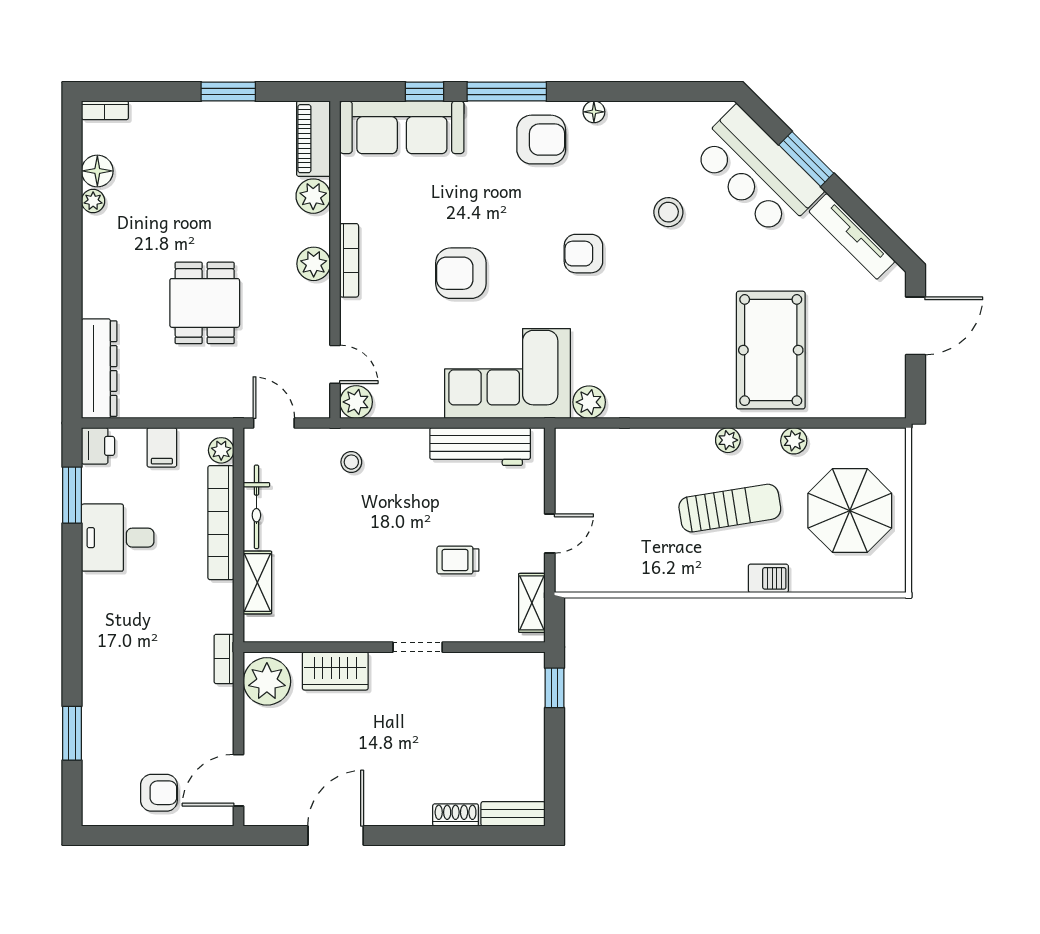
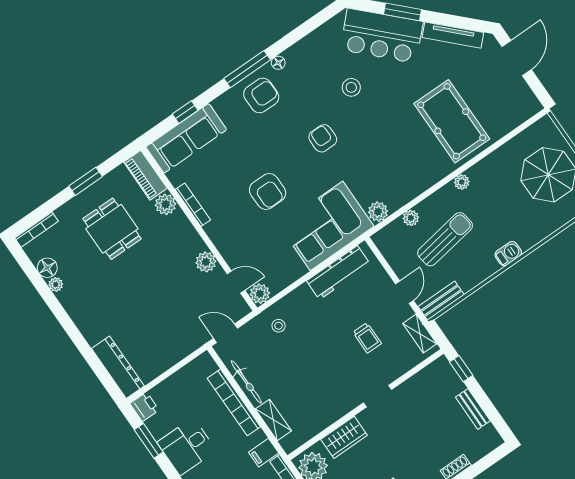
window: (507, 92) -> (247, 69), moved
bookcase: (105, 110) -> (36, 230), width x1.56
armchair: (583, 254) -> (323, 138), turned 90
bookcase: (349, 260) -> (193, 205), moved
plant: (314, 264) -> (206, 262), moved
armchair: (461, 273) -> (268, 191), turned -90
dining table: (205, 303) -> (112, 229), moved
plant: (794, 441) -> (411, 218), moved
filing cabinet: (162, 447) -> (264, 453), moved, turned 90
plant: (221, 450) -> (208, 366), removed
sun lounger: (730, 508) -> (445, 239), moved
trolley: (458, 560) -> (367, 338), turned -90
barbecue: (768, 578) -> (508, 254), moved
bench: (591, 579) -> (441, 301), added
bench: (513, 814) -> (473, 409), moved, turned 90

